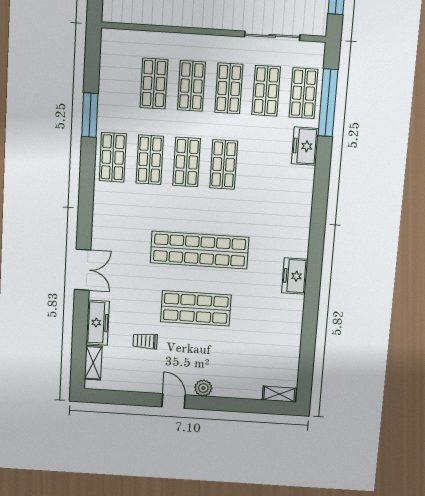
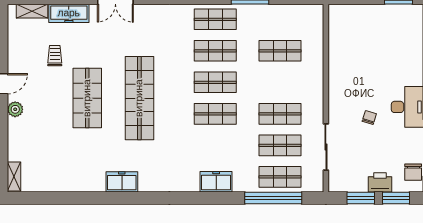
shop shelf: (191, 86) -> (280, 82), removed
freezer: (305, 146) -> (216, 182), moved

